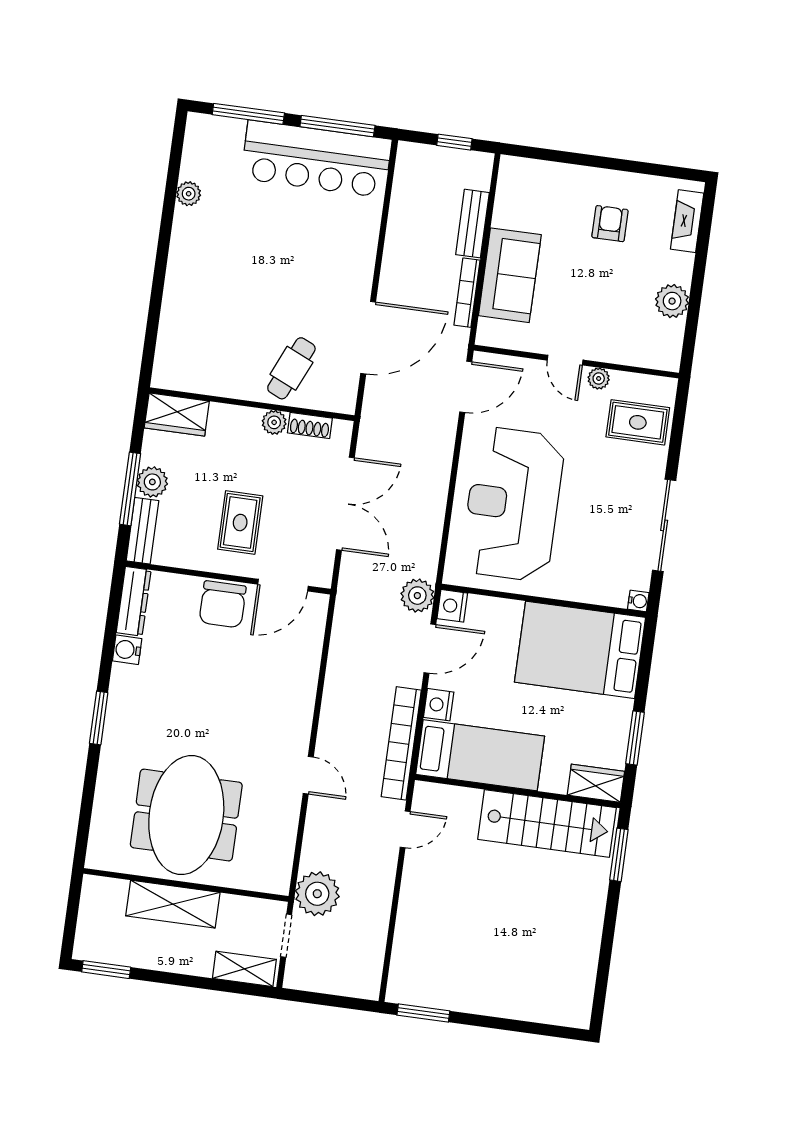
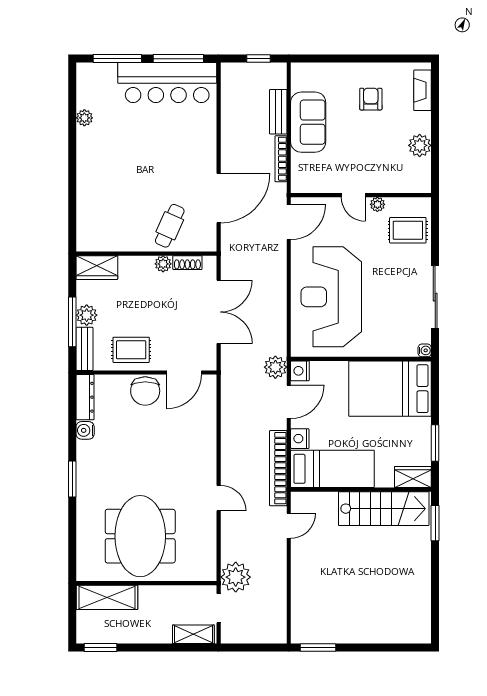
sofa: (510, 275) -> (308, 122), moved
rug: (240, 523) -> (131, 350), moved, turned 90
shelving: (173, 904) -> (107, 597), moved

